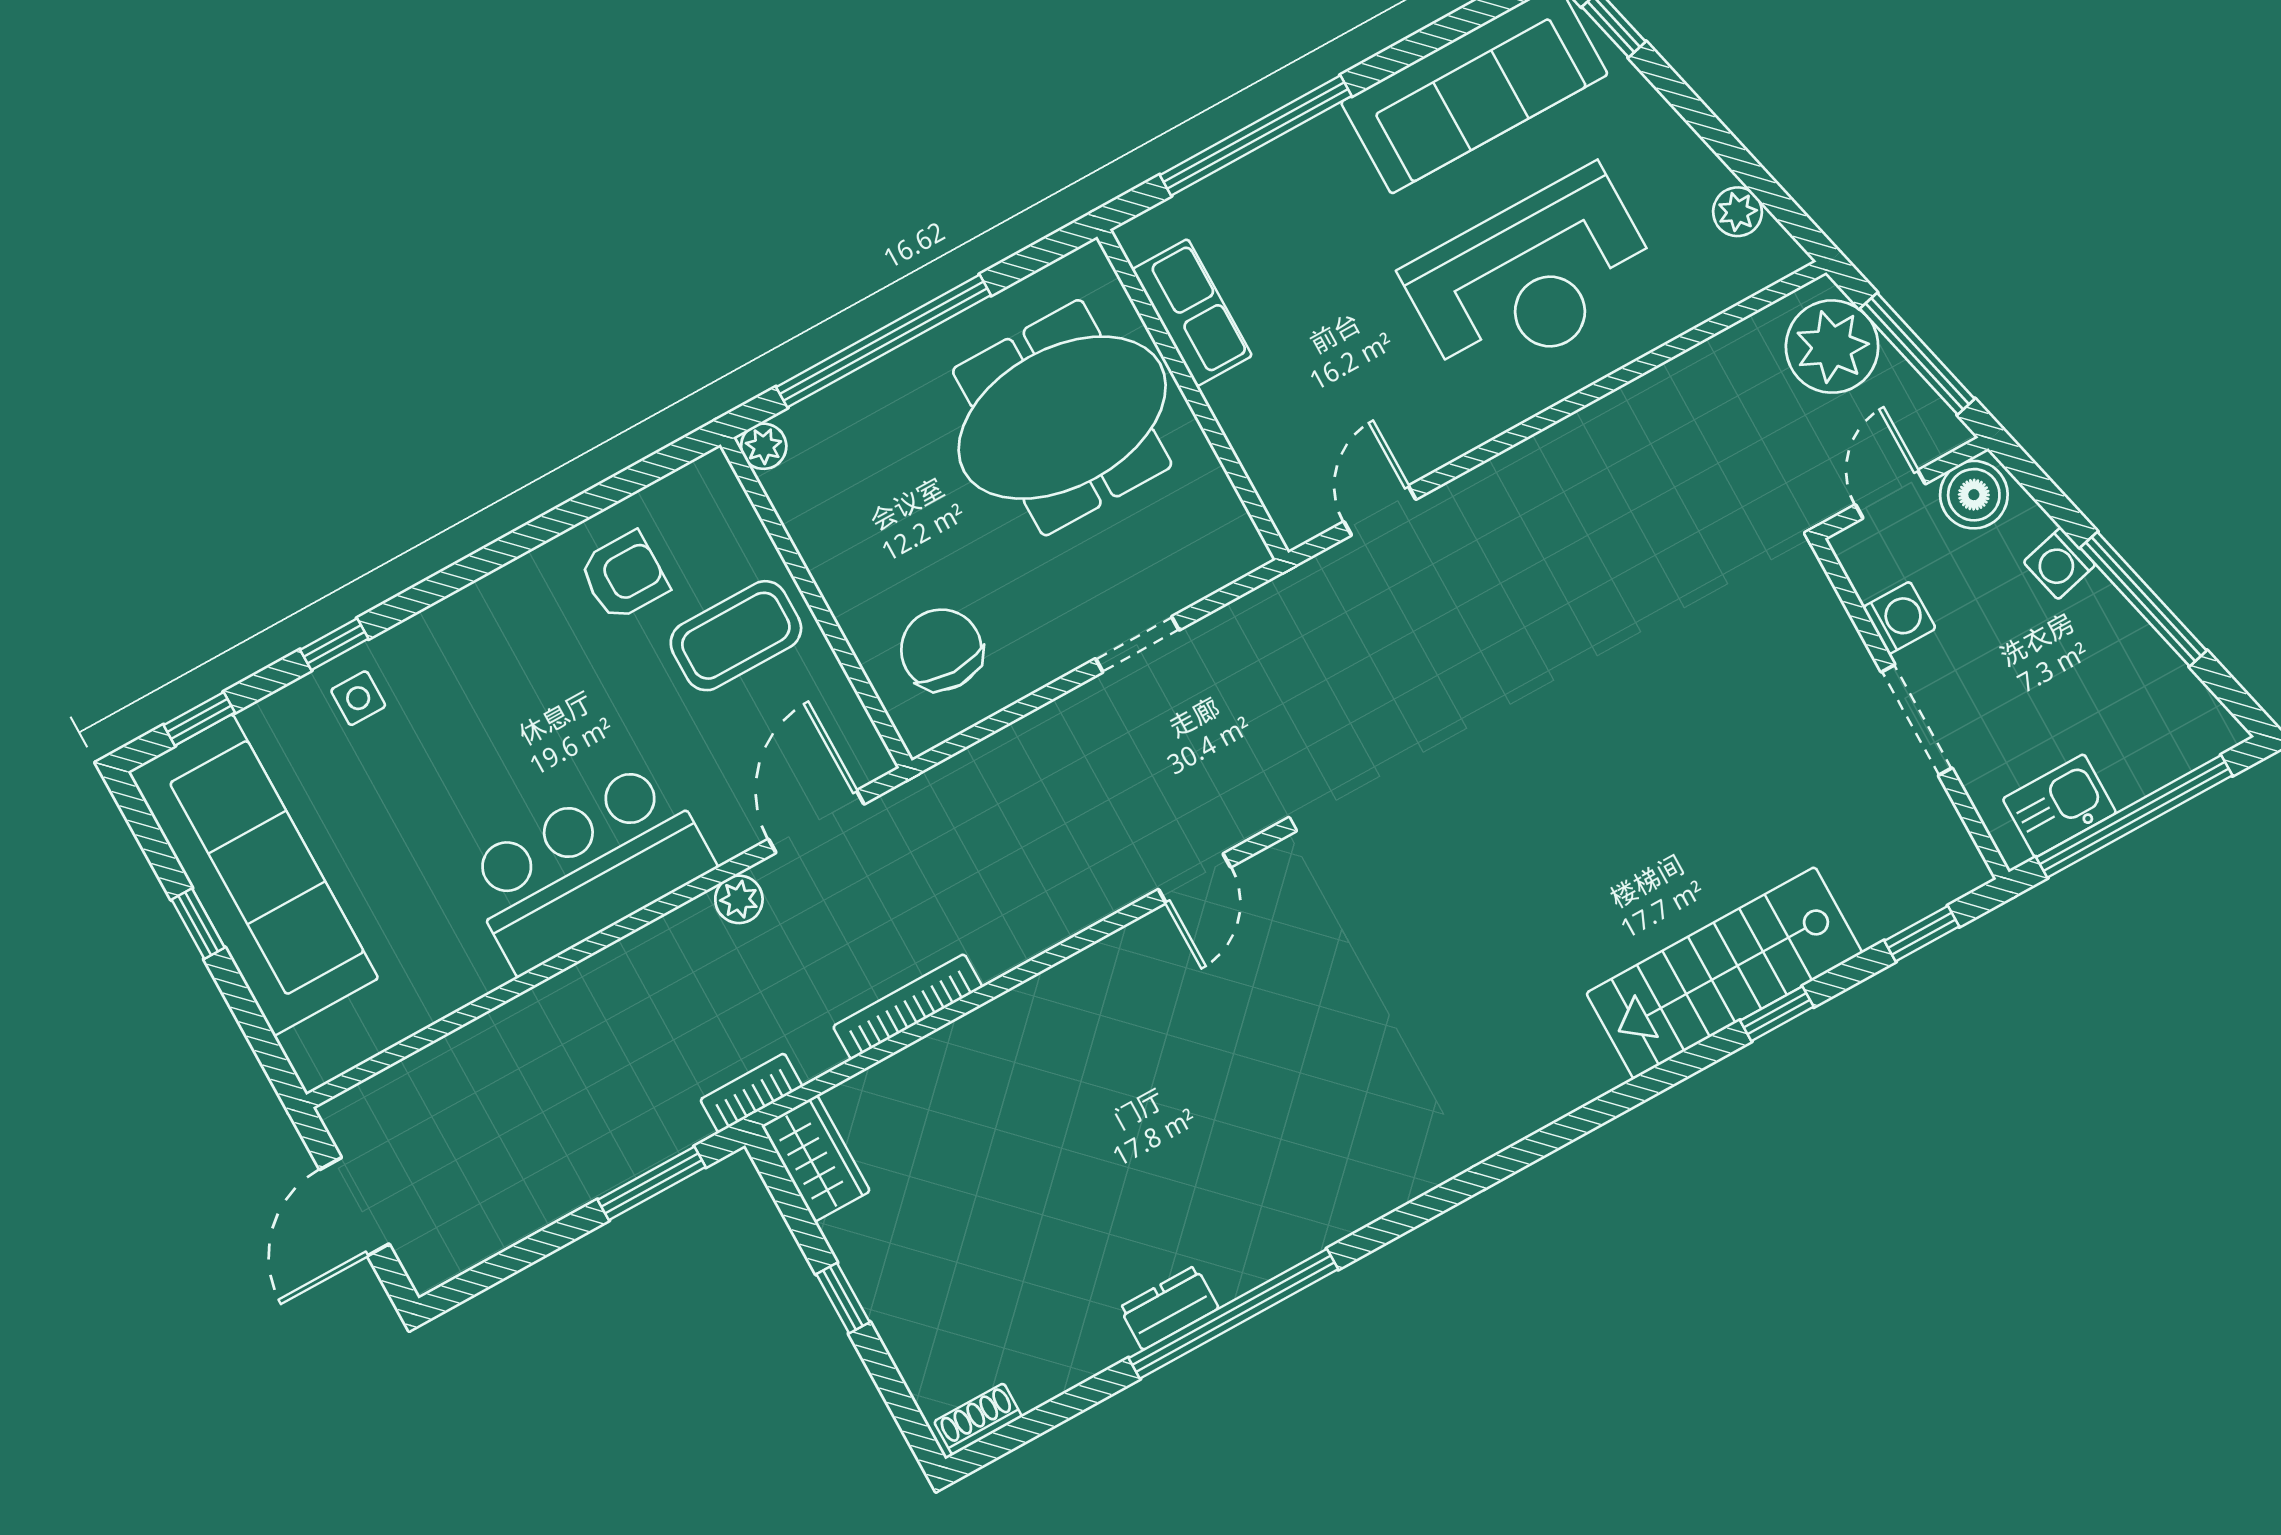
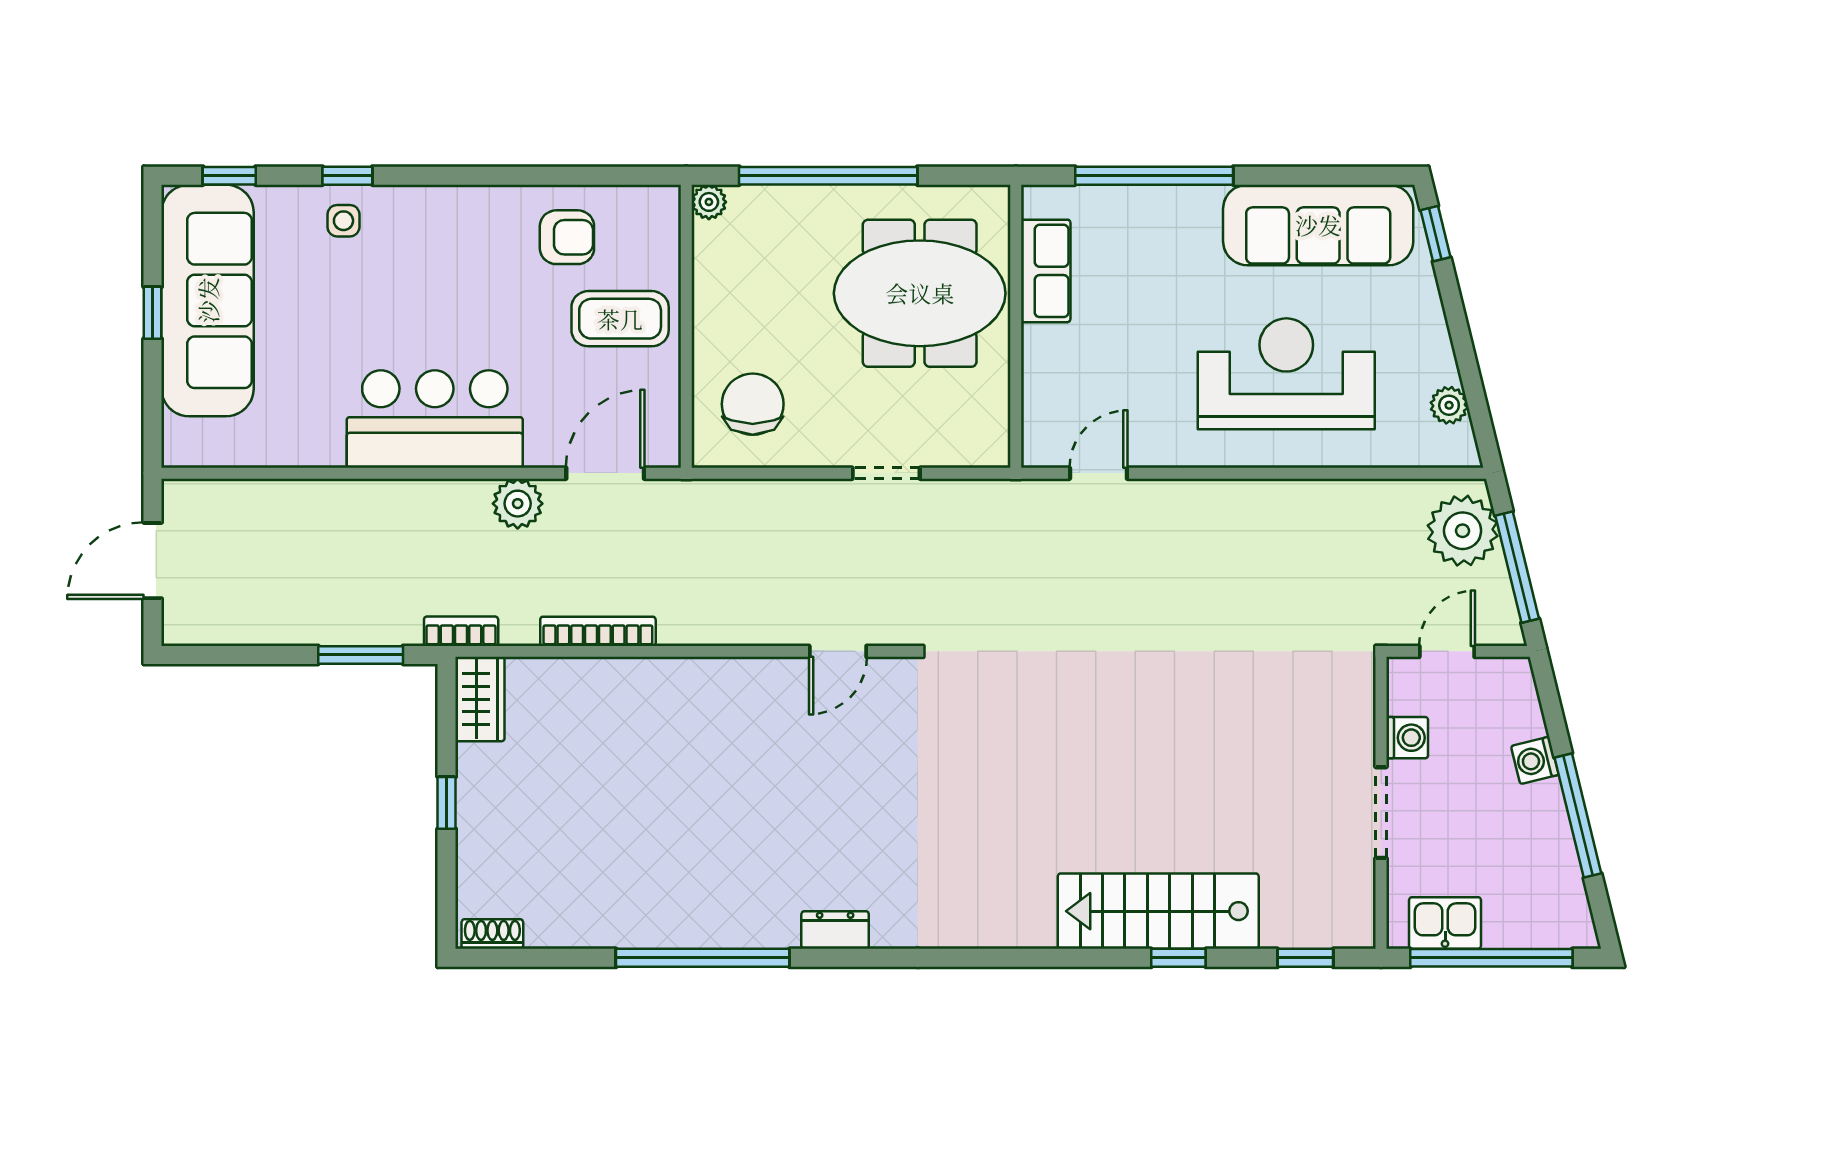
reception desk: (1532, 278) -> (1286, 374), turned 180
boiler: (1974, 495) -> (1503, 683), removed
plant: (739, 899) -> (518, 504), width x1.38, depth x1.38
dresser: (1169, 1308) -> (835, 930), moved

